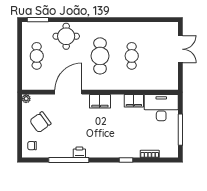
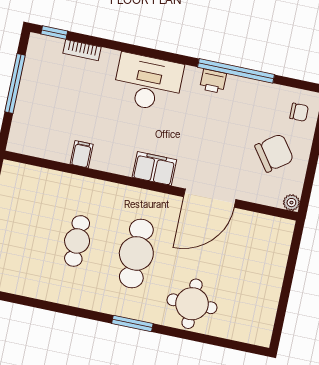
window: (38, 20) -> (132, 323), moved
cafe table: (37, 56) -> (255, 278), removed
filing cabinet: (134, 101) -> (82, 154), width x0.50
desk: (161, 108) -> (148, 83), moved, turned 180
window: (126, 160) -> (54, 33), moved

